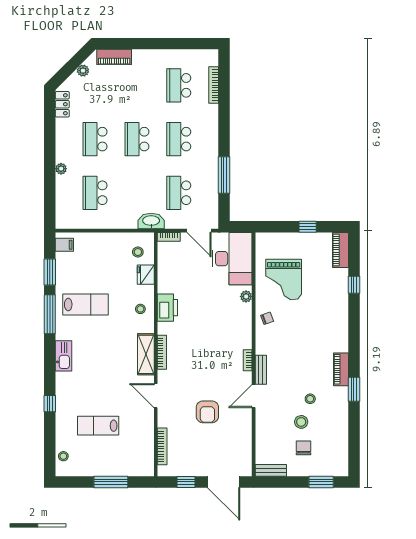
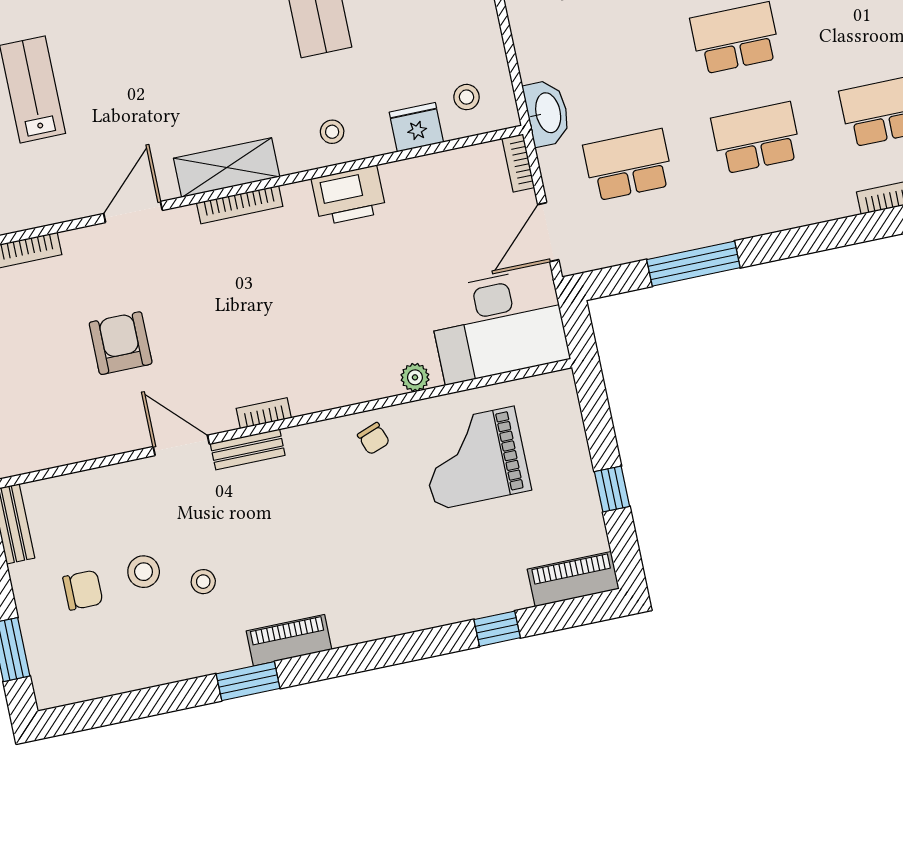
armchair: (207, 412) -> (121, 343), turned 90

